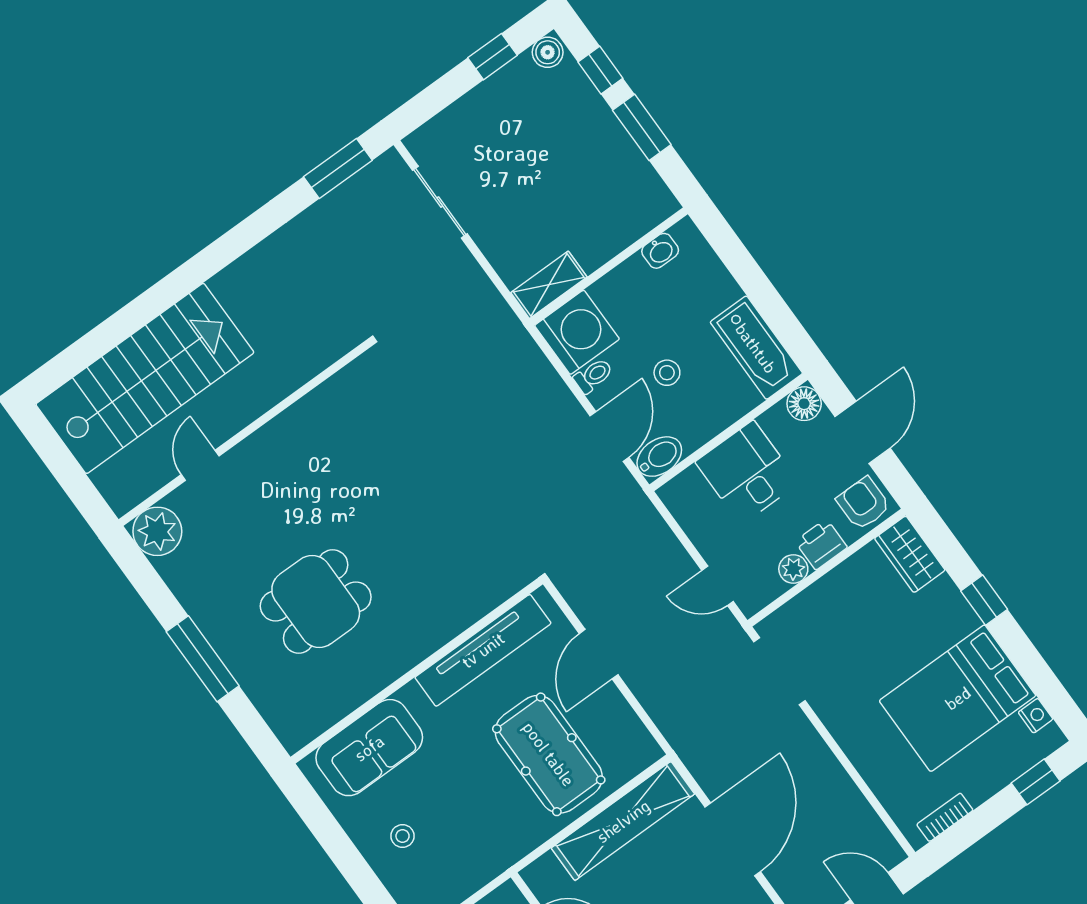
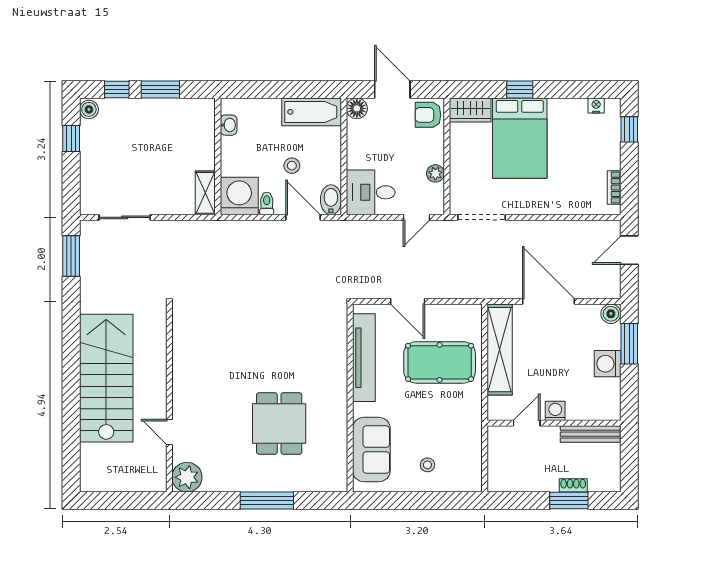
stairs: (145, 378) -> (106, 378), moved
desk: (747, 473) -> (371, 192), moved
printer: (821, 544) -> (433, 151), removed
bed: (958, 698) -> (520, 138), moved

